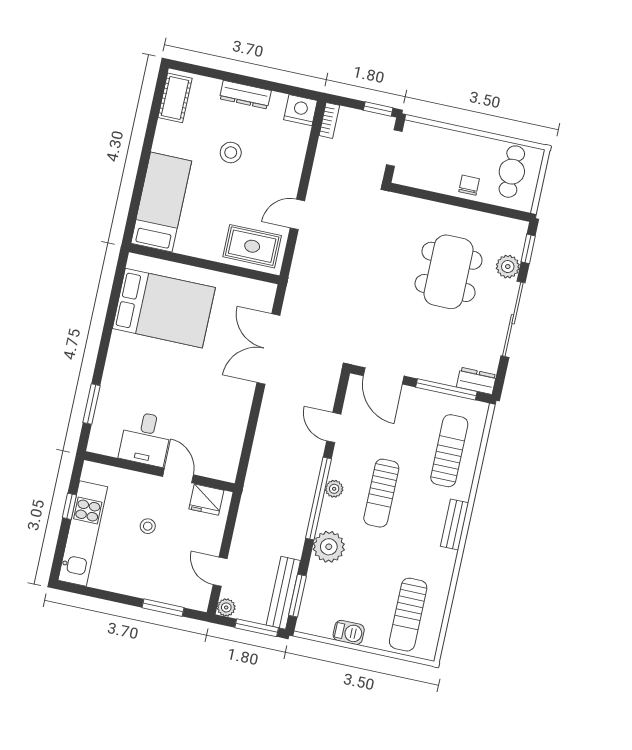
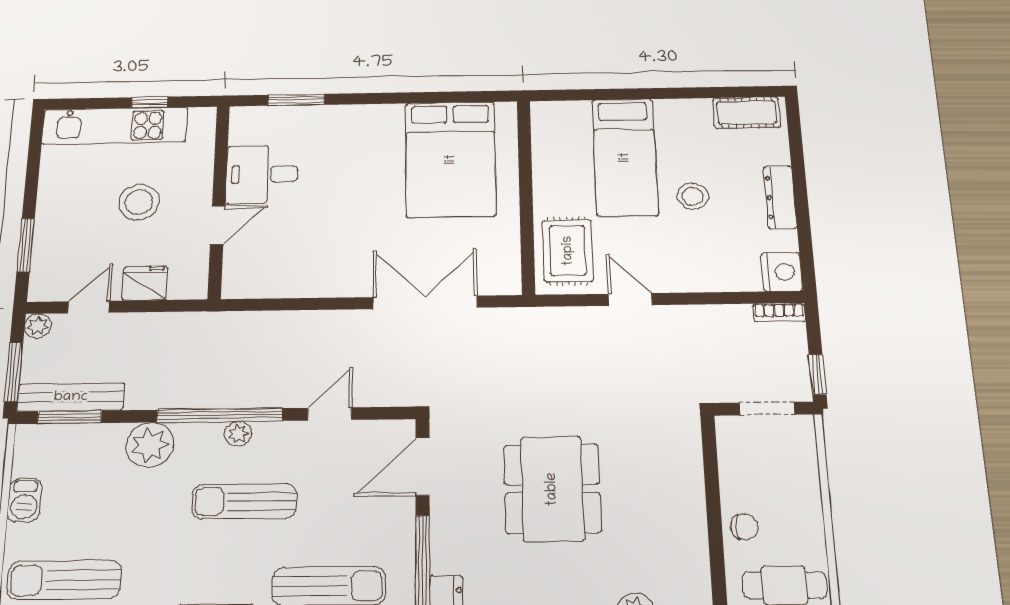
bed: (161, 202) -> (625, 157), moved, turned 90
dining table: (449, 272) -> (552, 489), moved, turned 90
fridge: (206, 500) -> (144, 283), moved, turned 90
stool: (148, 526) -> (139, 202), width x1.89, depth x1.89

